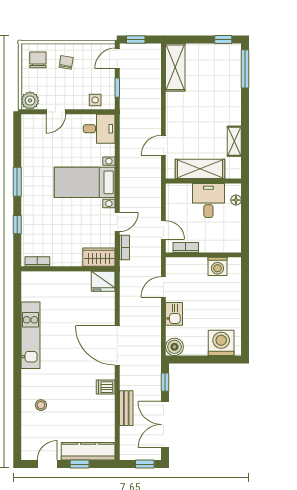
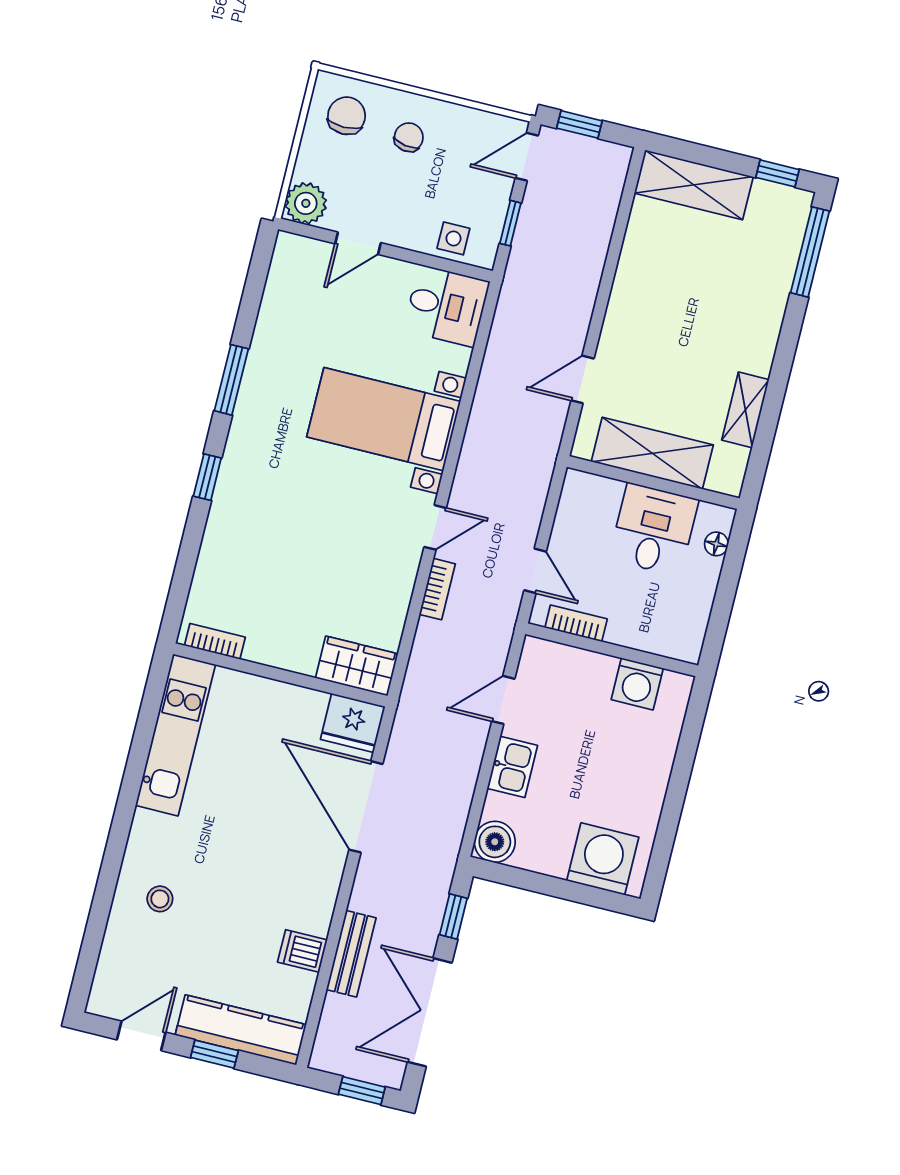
shelving: (175, 67) -> (694, 185), moved, turned 90
wardrobe: (99, 257) -> (357, 666), moved
bookcase: (37, 261) -> (215, 641), moved
wall: (68, 269) -> (280, 675), moved
fridge: (103, 281) -> (353, 723), moved
dishwasher: (106, 387) -> (302, 951), moved

